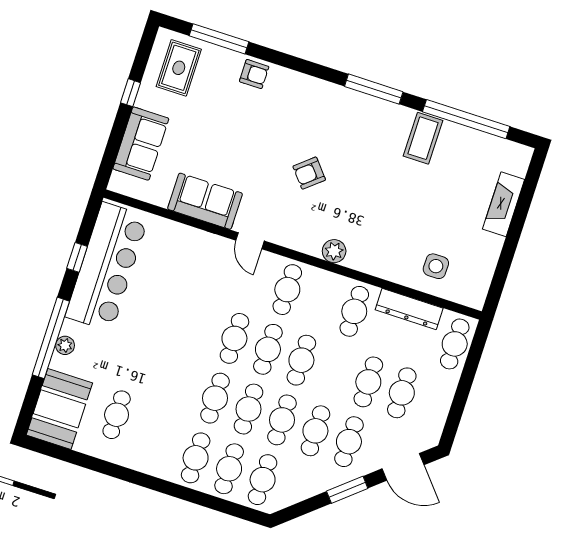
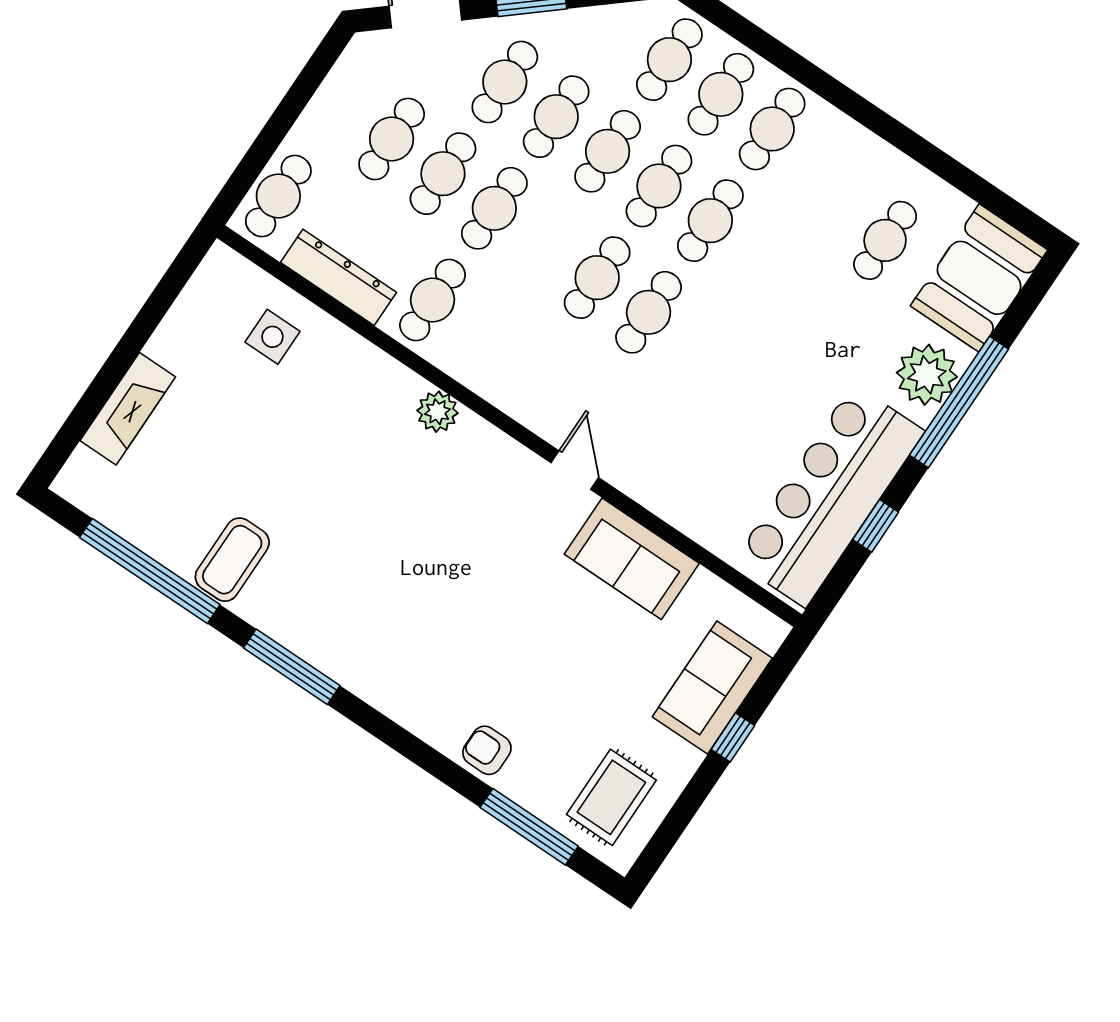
window: (131, 93) -> (733, 737), moved
armchair: (309, 173) -> (442, 556), removed
cafe table: (287, 290) -> (535, 369), removed
plant: (65, 345) -> (927, 375), width x1.87, depth x1.87
cafe table: (301, 360) -> (494, 208), moved

